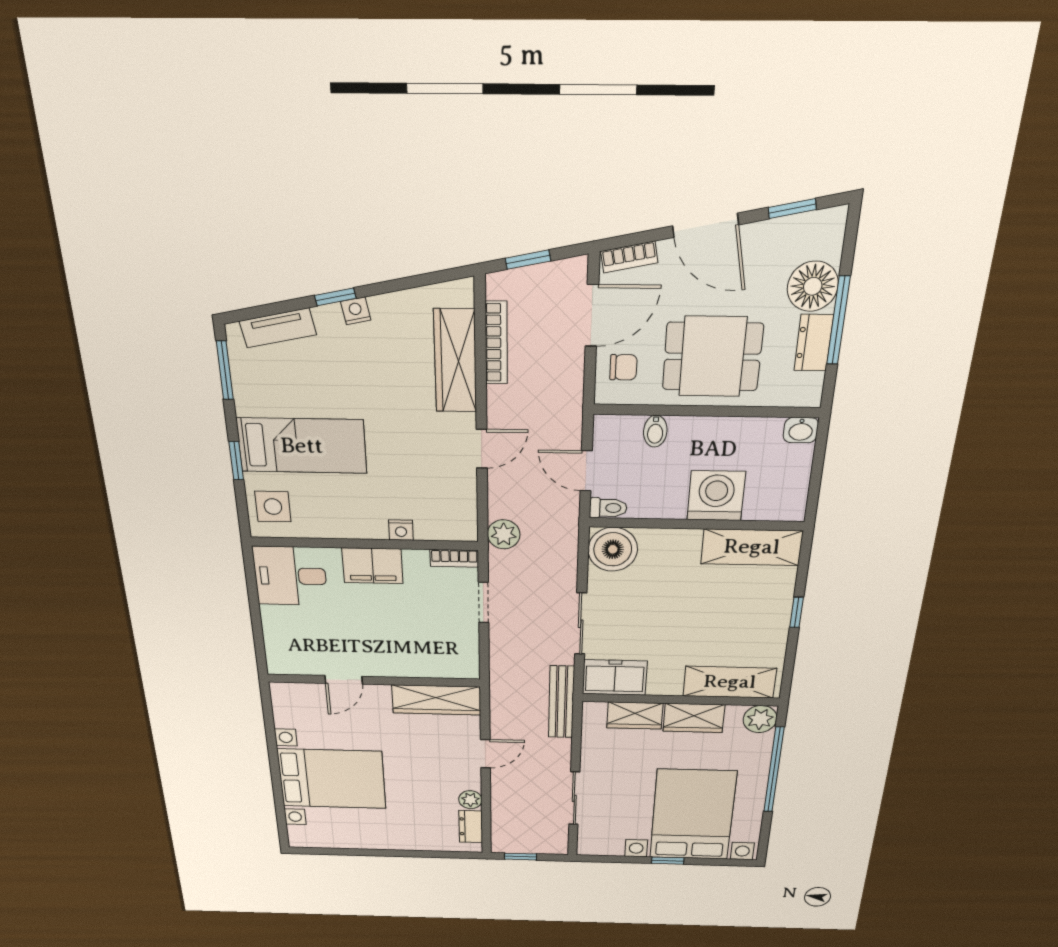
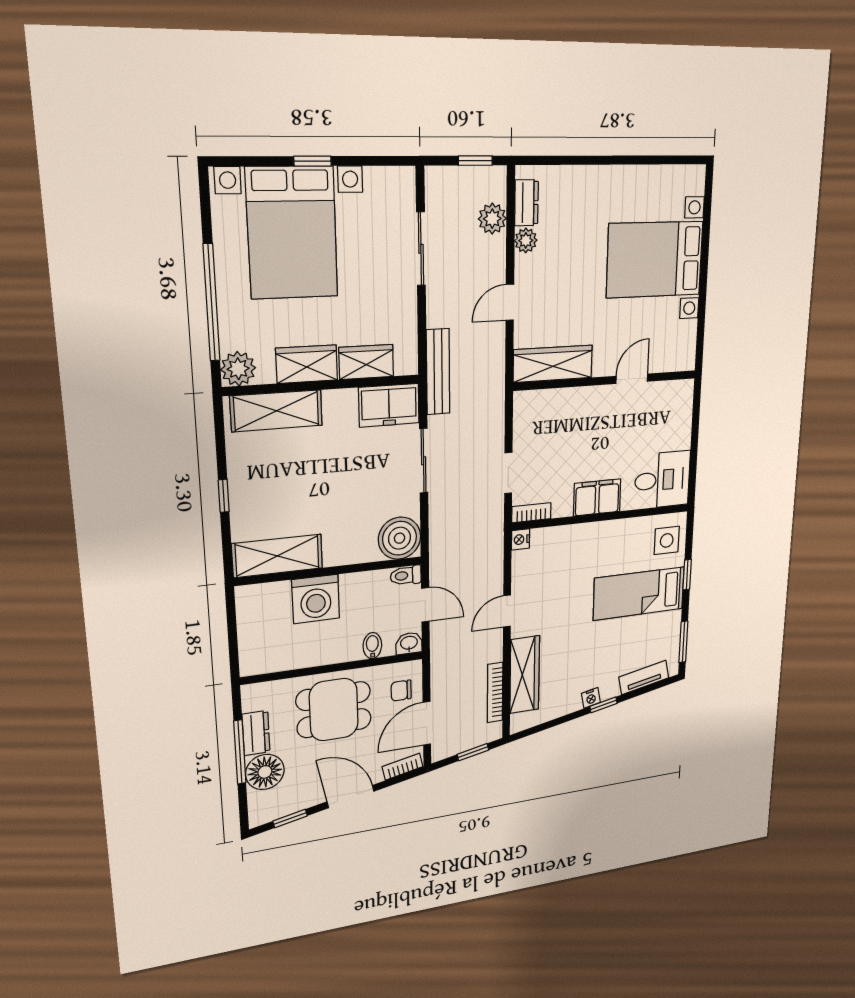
washbasin: (801, 430) -> (409, 643), moved
nightstand: (401, 530) -> (520, 539), moved, turned -90
plant: (504, 534) -> (492, 219), moved

